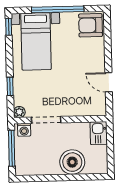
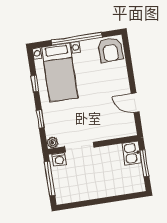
armchair: (91, 25) -> (110, 50), turned -90
window: (9, 27) -> (35, 84), moved
window: (110, 145) -> (144, 163), added
boiler: (72, 162) -> (110, 184), removed

